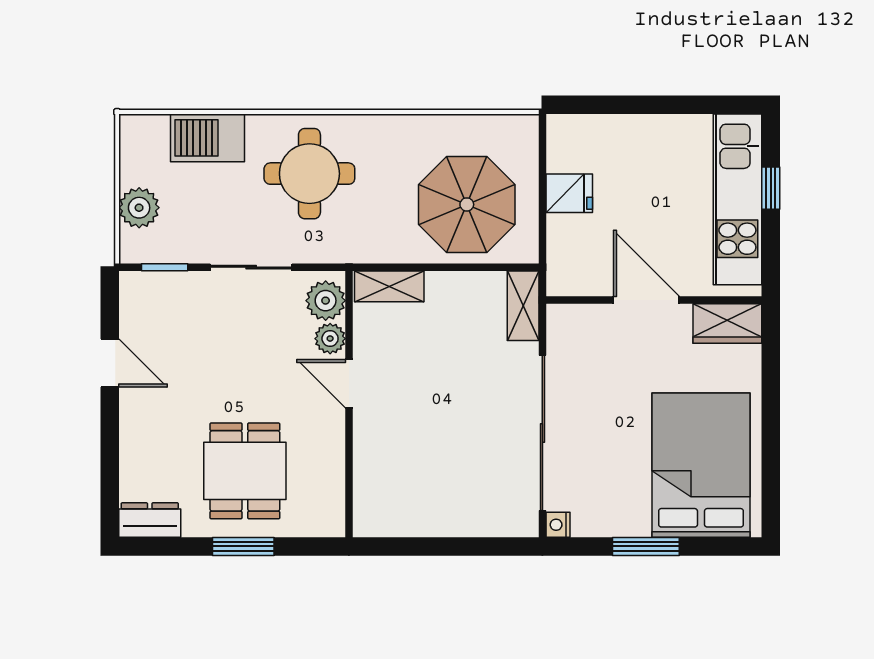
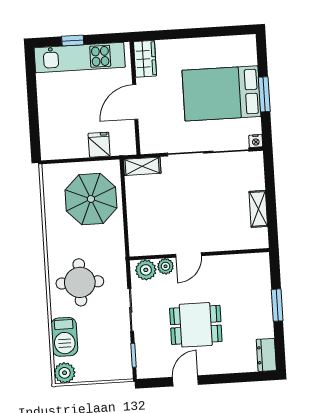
fridge: (569, 193) -> (99, 145), moved
plant: (139, 208) -> (65, 373), moved
shelving: (389, 286) -> (258, 209), moved
bed: (701, 465) -> (221, 93), moved
dining table: (245, 471) -> (196, 325), moved

